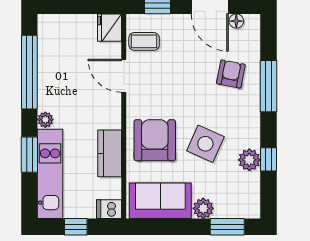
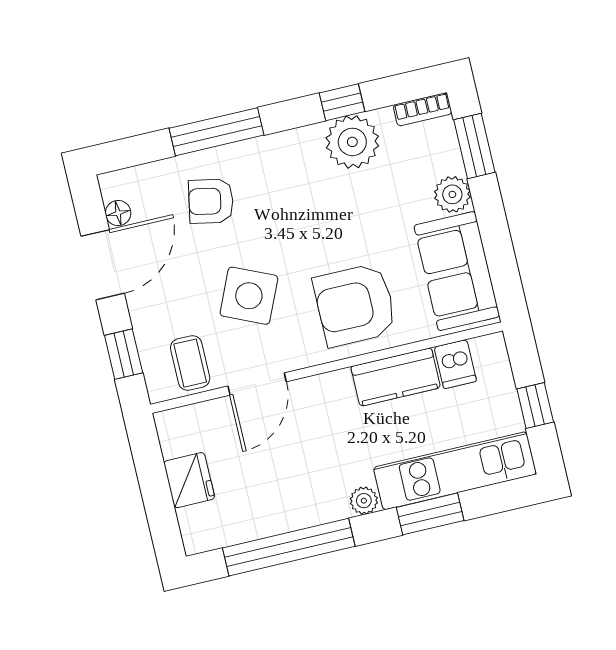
fridge: (109, 28) -> (189, 480), moved, turned -90
side table: (205, 144) -> (249, 296), moved
plant: (249, 160) -> (352, 142), width x1.36, depth x1.36
bookcase: (254, 203) -> (423, 109), added
dishwasher: (109, 209) -> (455, 364), moved

